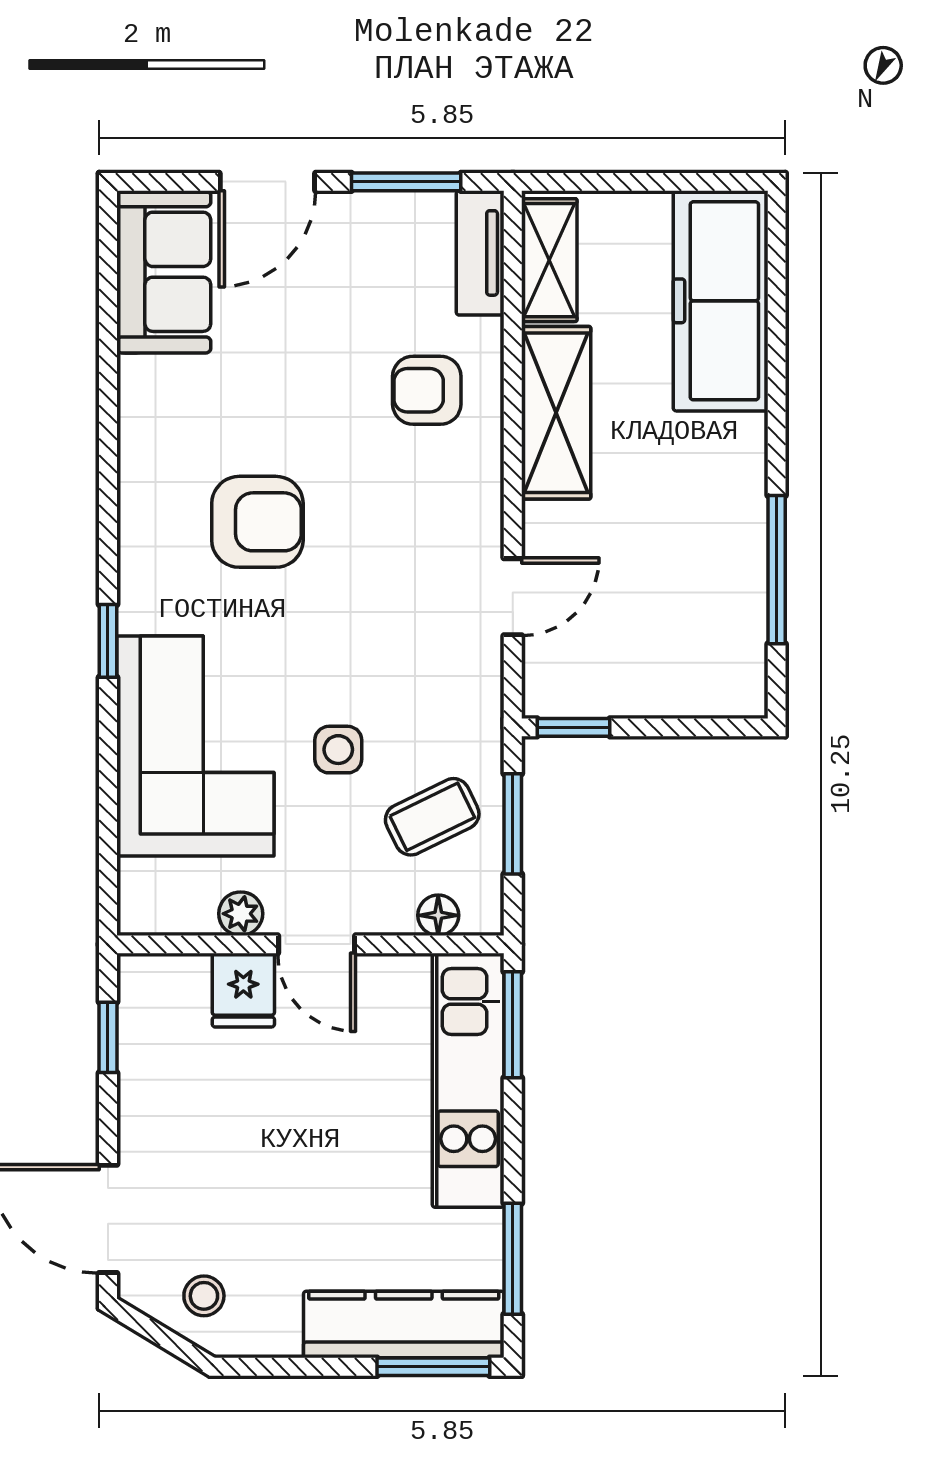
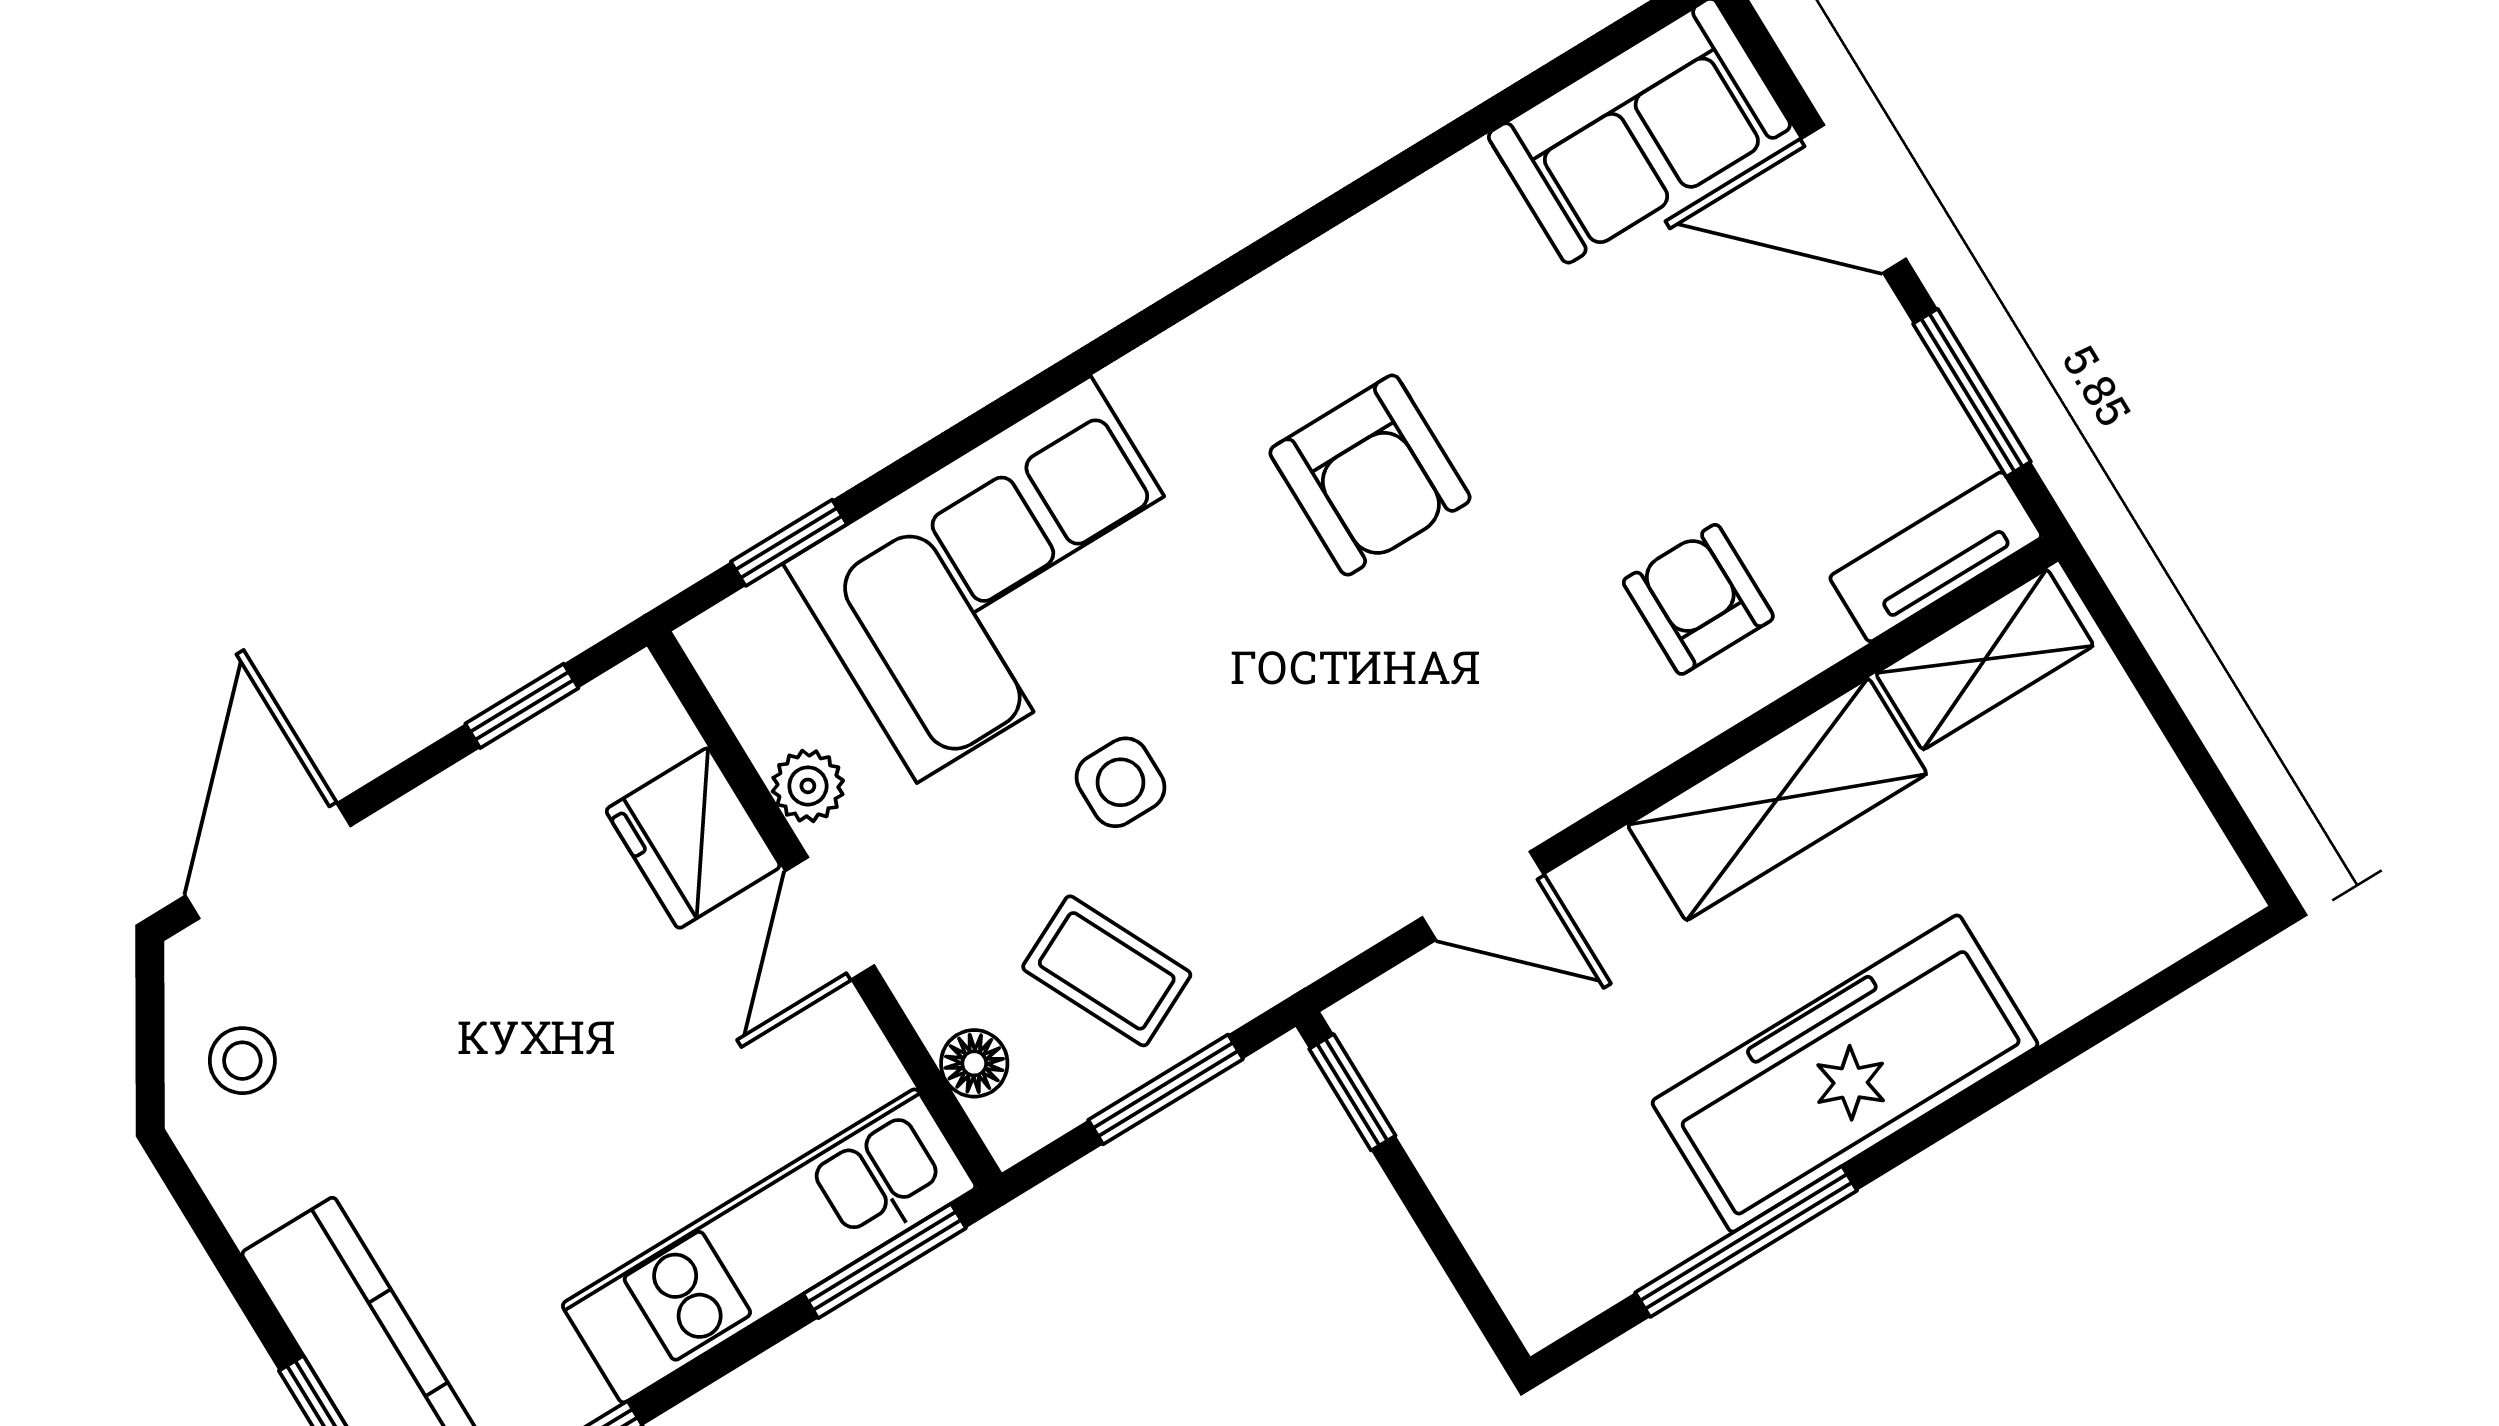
freezer: (721, 301) -> (1845, 1074), moved
window: (108, 641) -> (789, 543), moved
fridge: (243, 990) -> (693, 838), width x1.38

